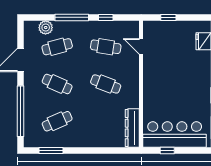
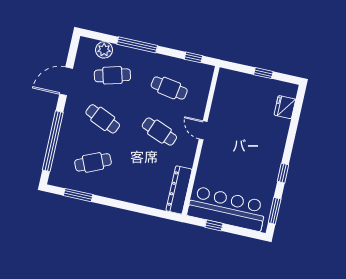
window: (106, 17) -> (193, 57), moved
window: (168, 17) -> (263, 73), moved
door: (141, 46) -> (203, 130), moved

